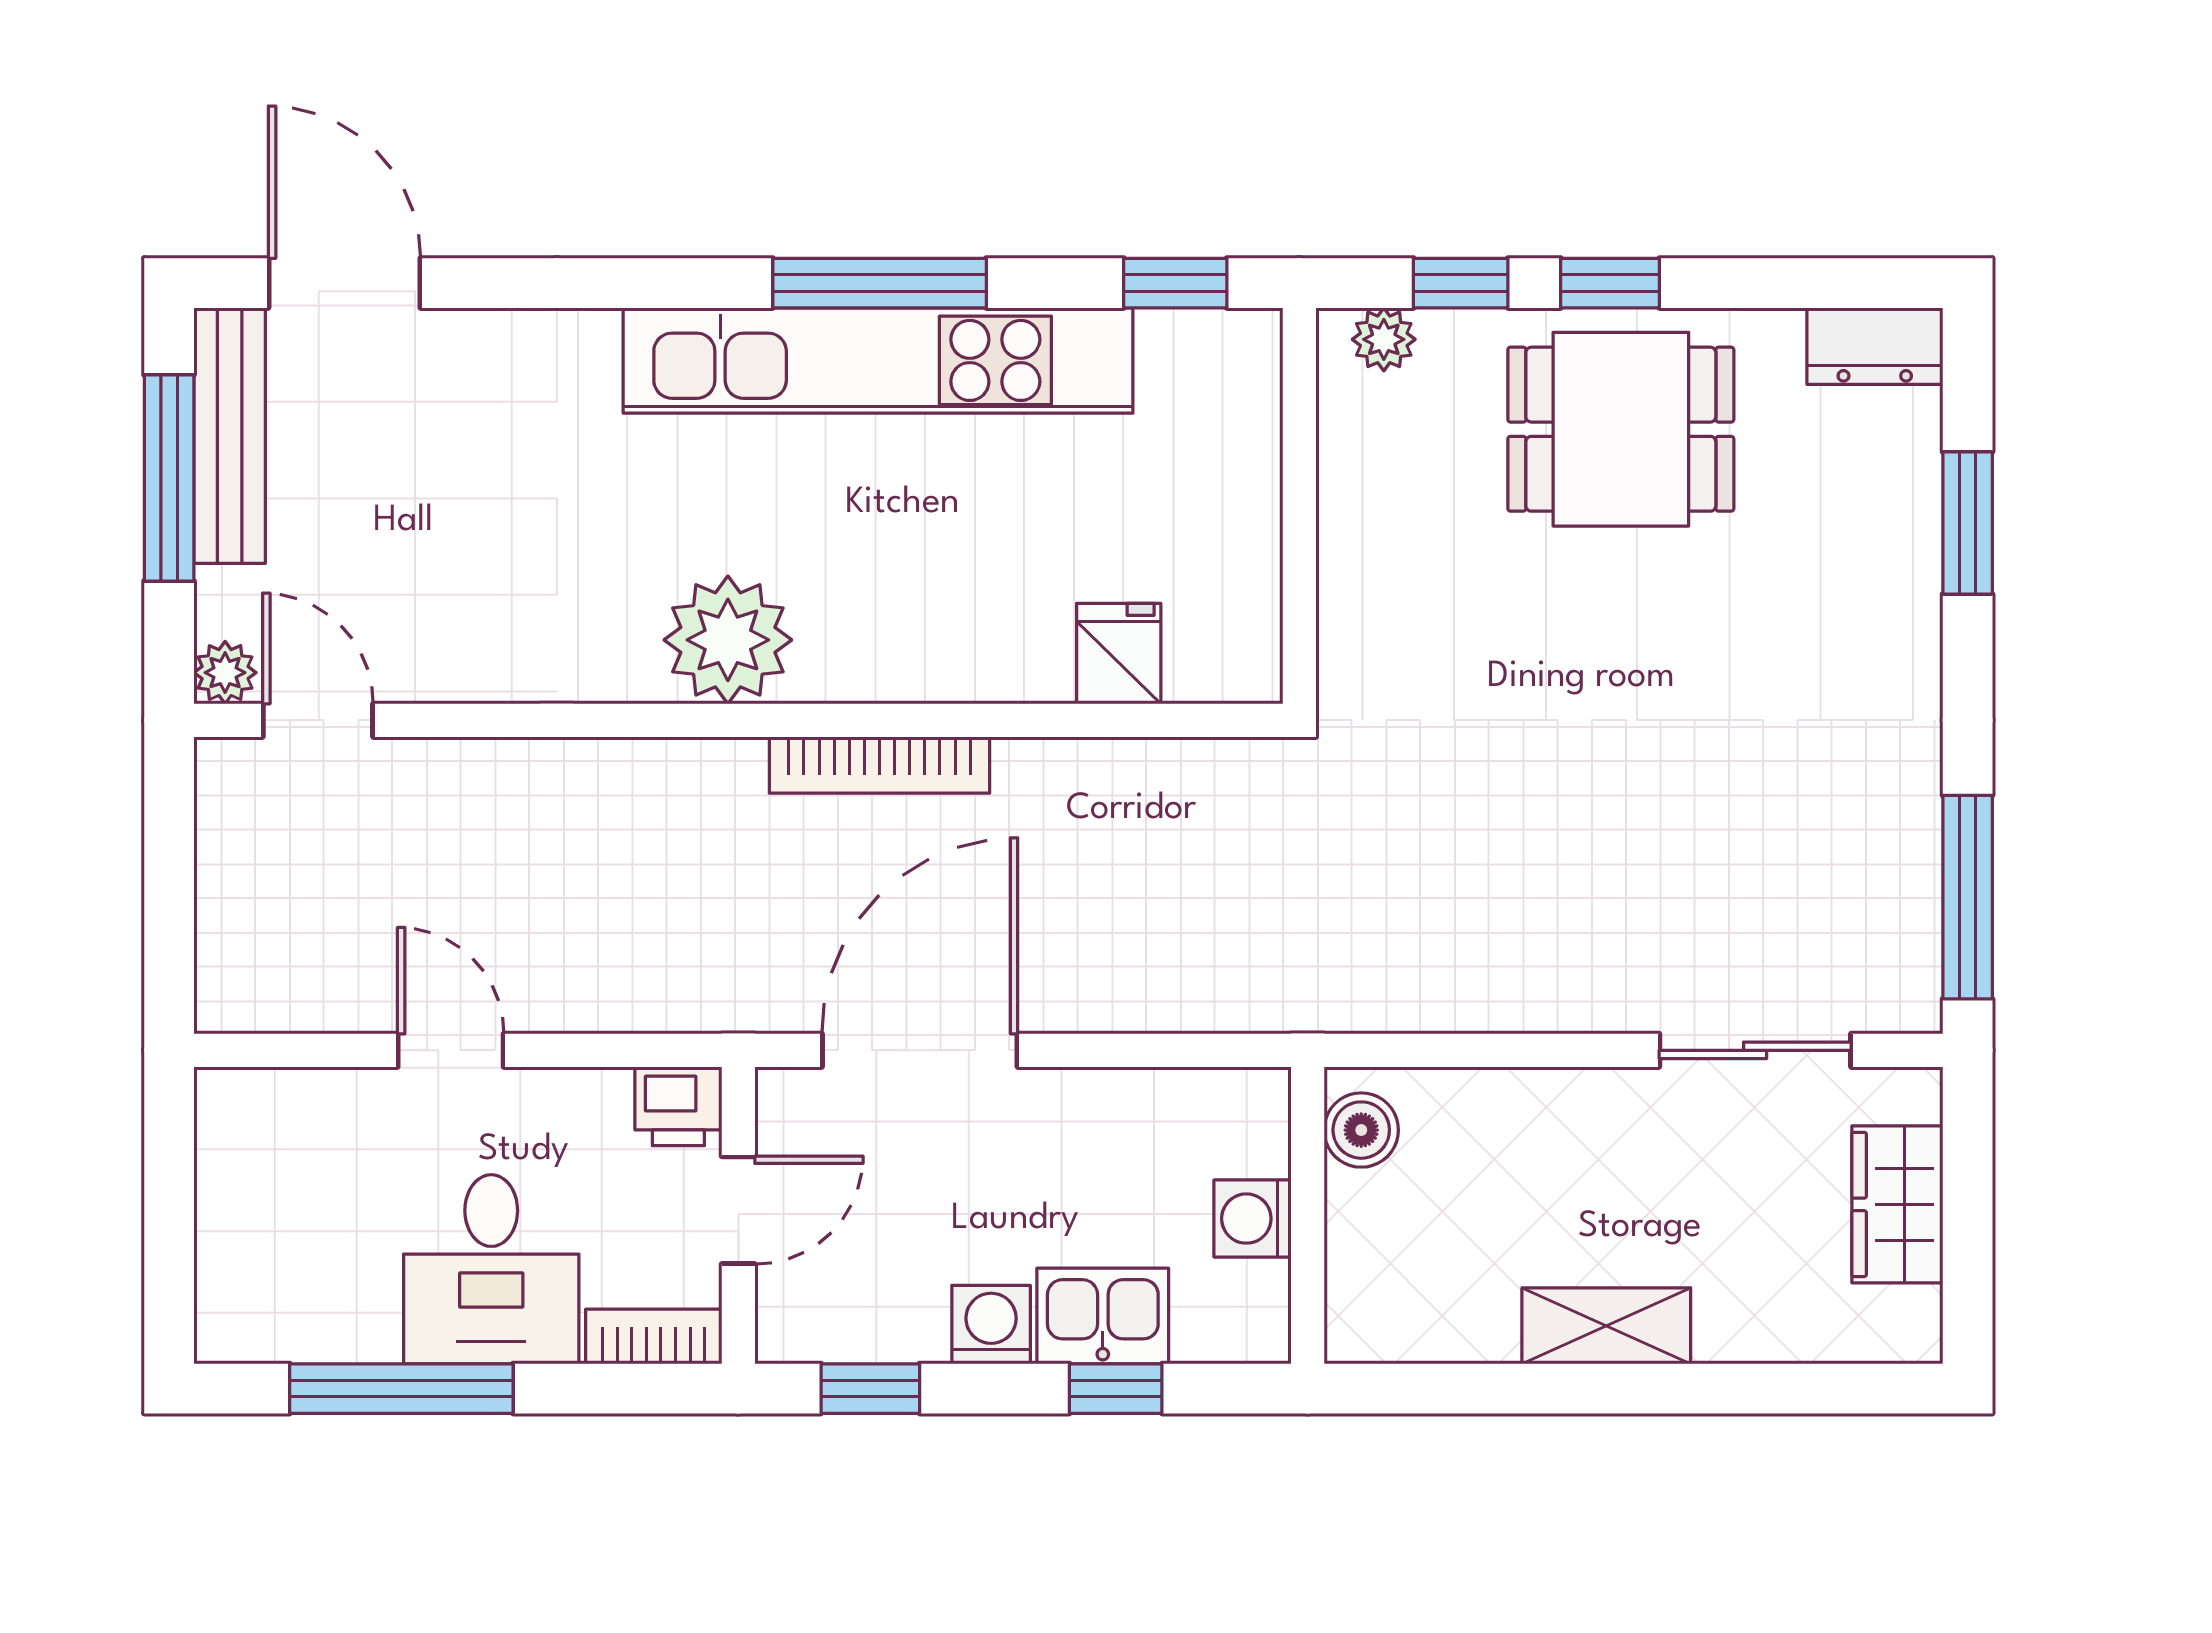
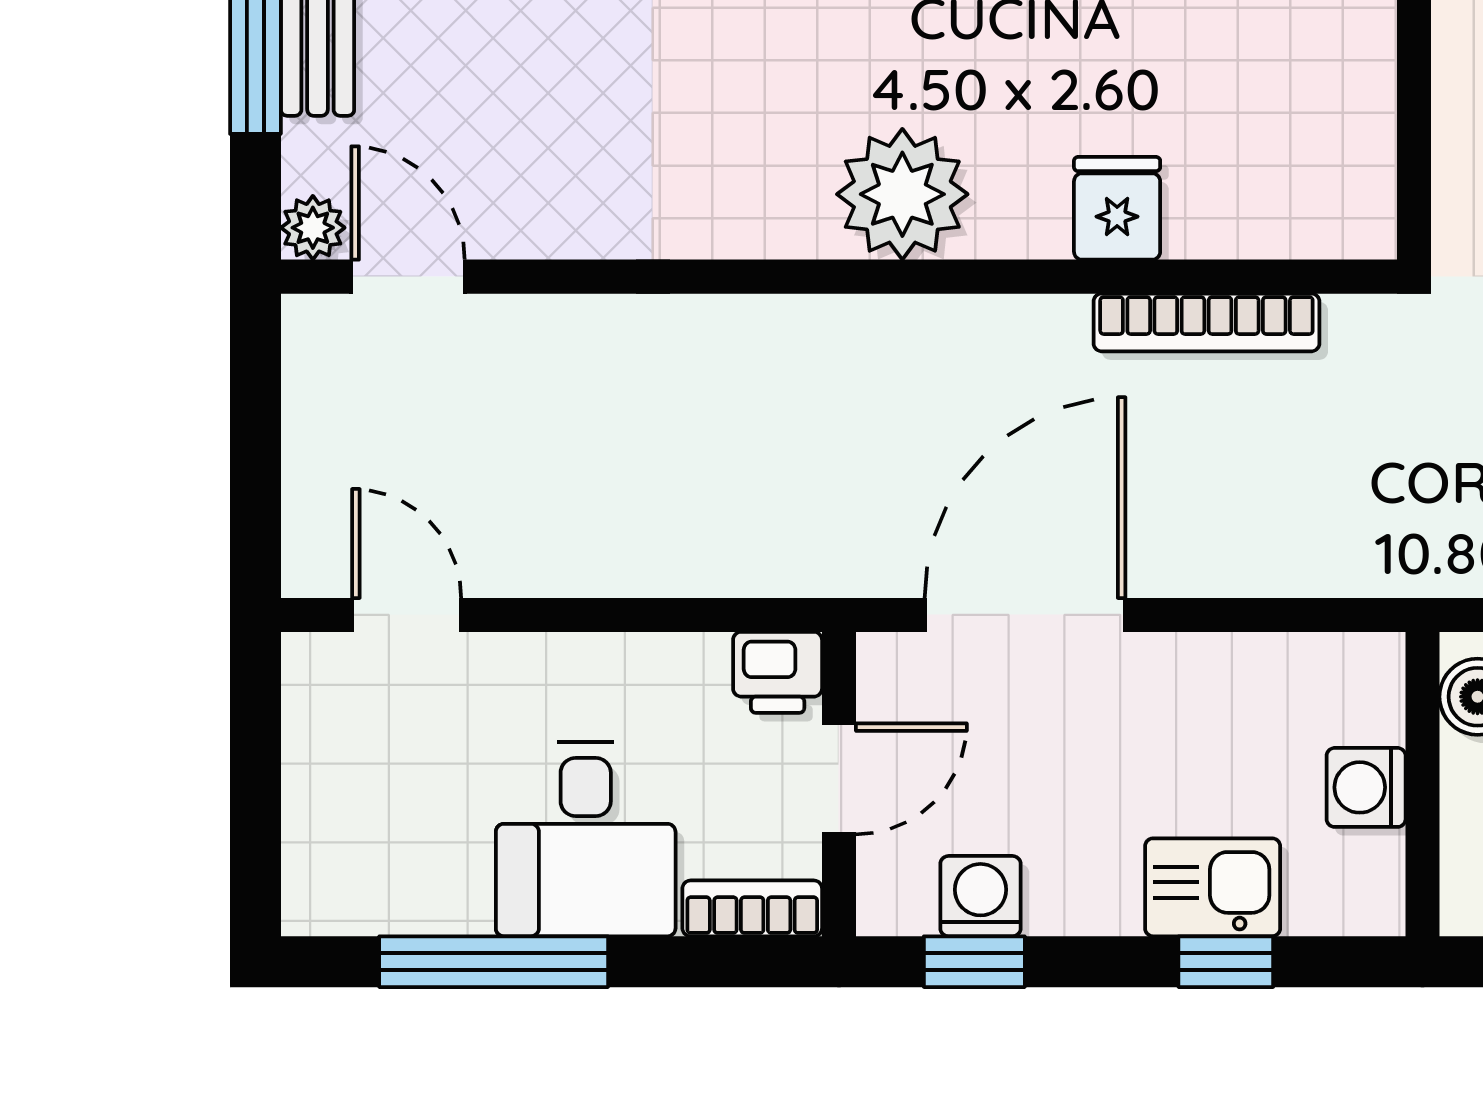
plant: (728, 640) -> (902, 194), moved
fridge: (1119, 654) -> (1117, 208), moved
bookcase: (880, 765) -> (1206, 322), moved
door: (451, 1050) -> (407, 615), moved
washing machine: (991, 1325) -> (980, 896), moved

